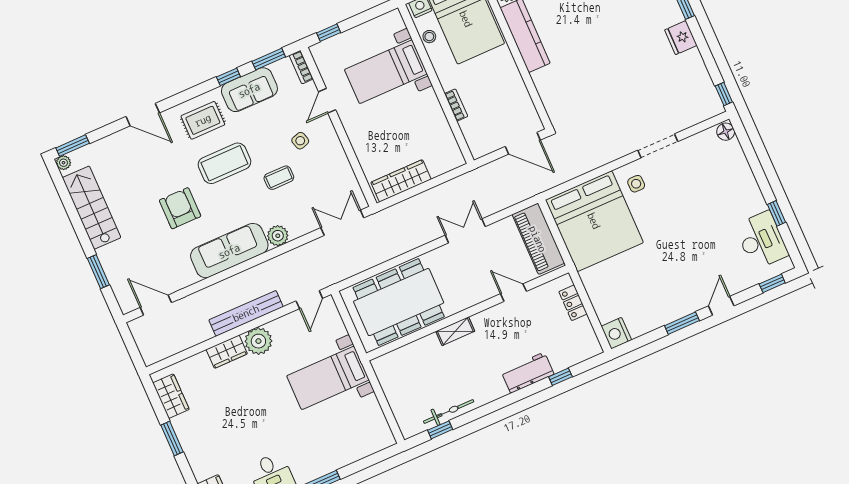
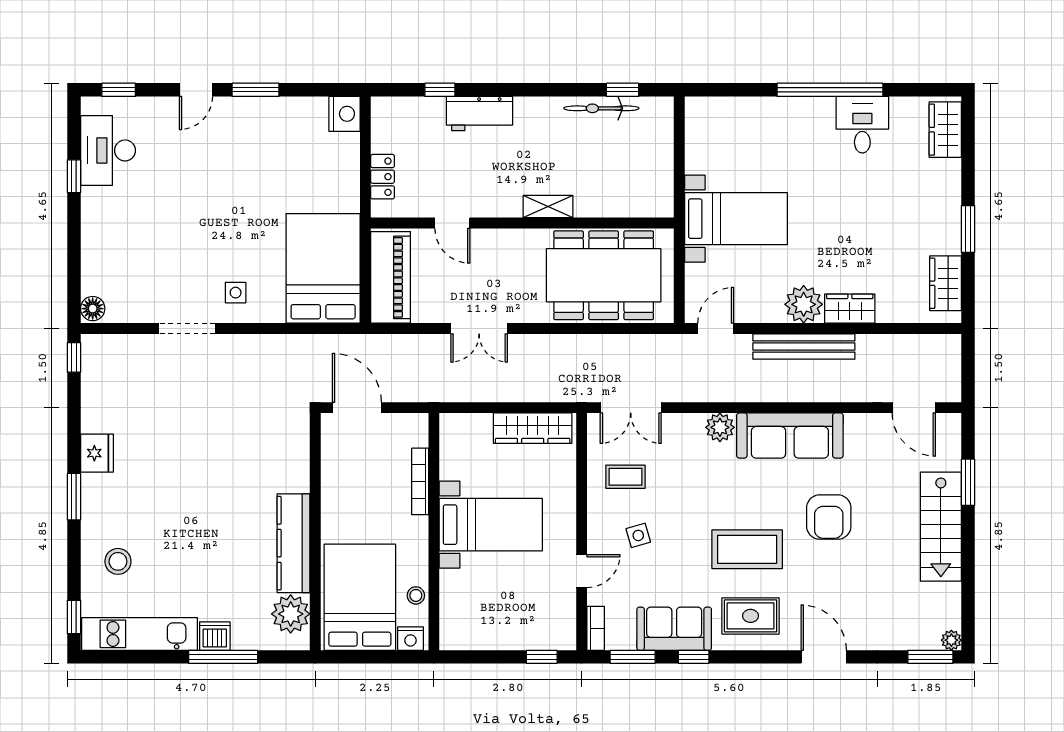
bed with nightstands: (386, 72) -> (491, 525), moved
bookcase: (456, 105) -> (420, 481), width x1.56
coffee table: (279, 178) -> (626, 477), moved
stairs: (92, 208) -> (941, 527), moved
bed: (594, 221) -> (323, 268), width x0.73

